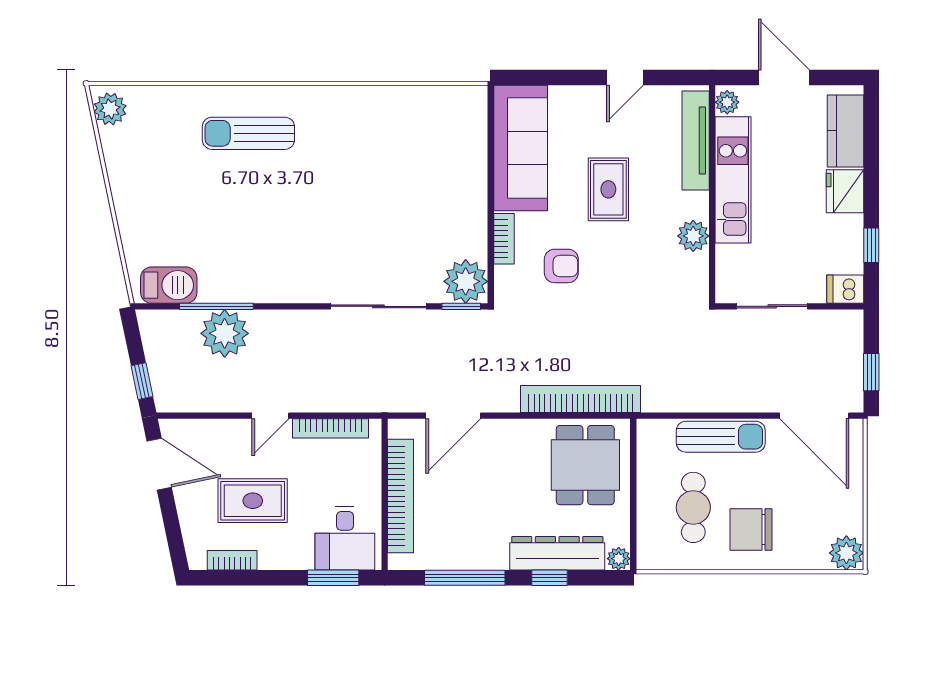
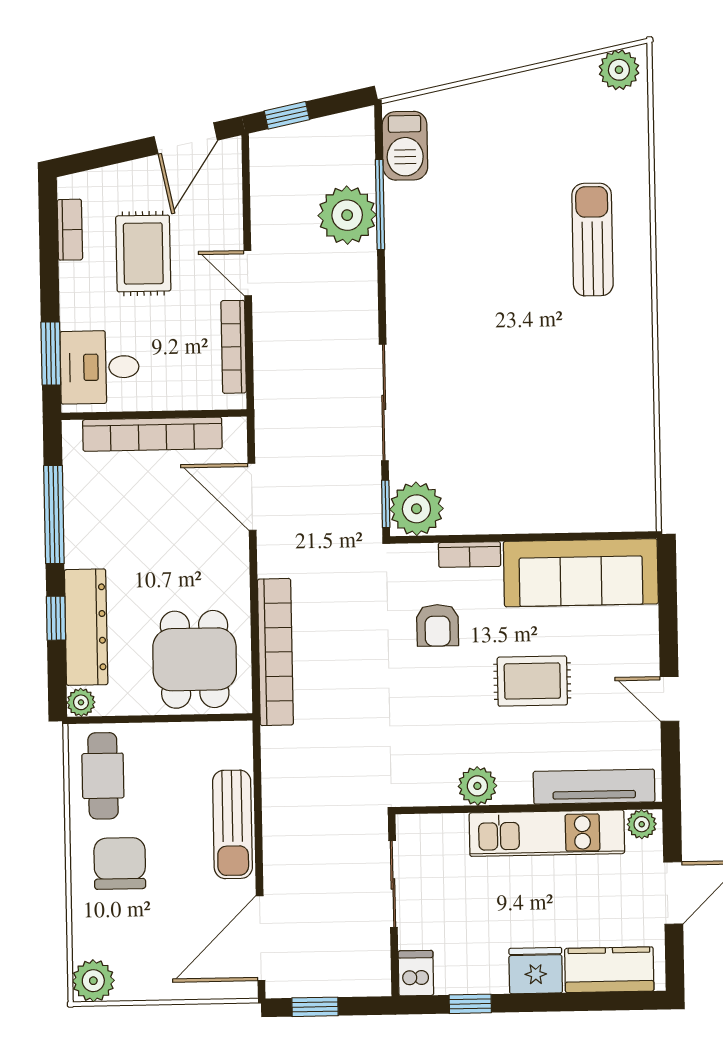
dining table: (585, 465) -> (195, 659), turned 90
cafe table: (693, 507) -> (103, 776), moved, turned 90

